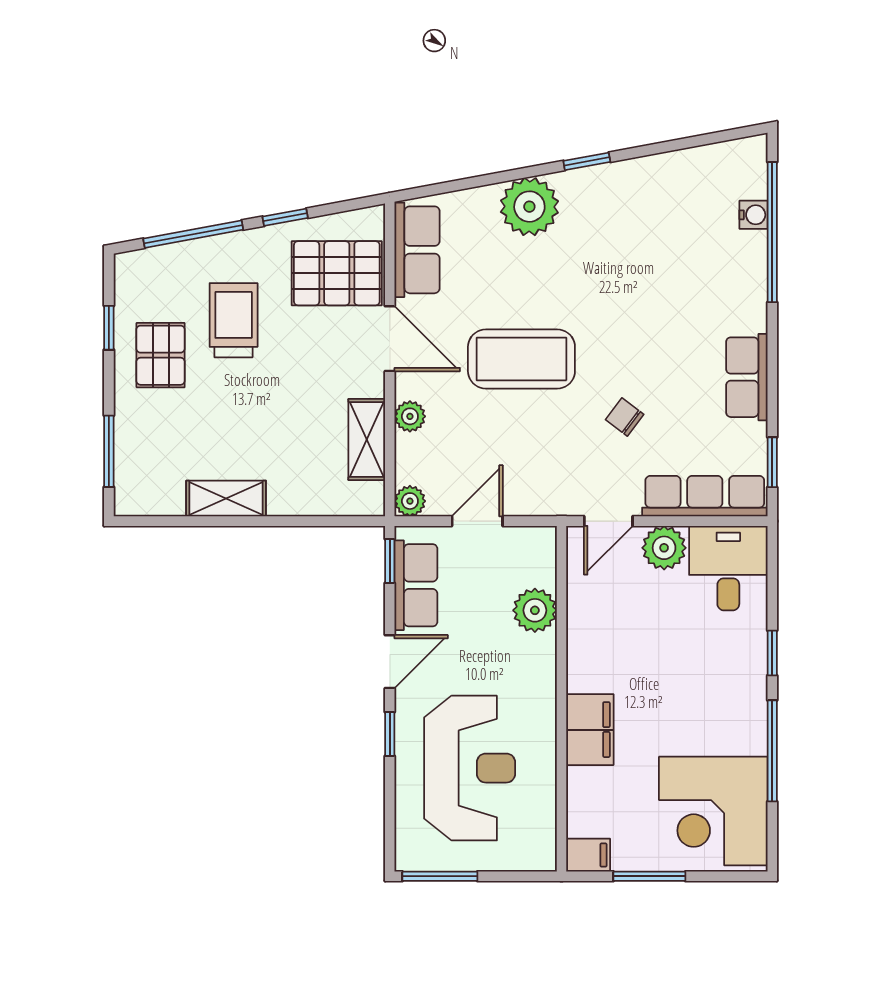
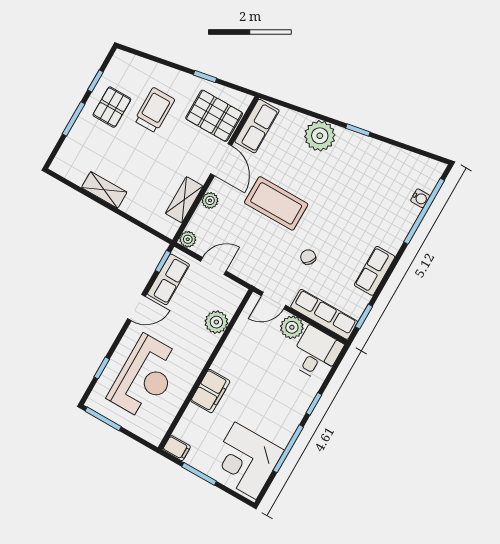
window: (193, 234) -> (159, 60), removed
window: (109, 451) -> (74, 119), moved
window: (390, 734) -> (102, 368), moved

